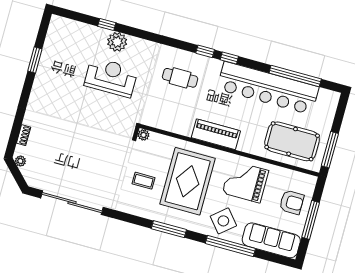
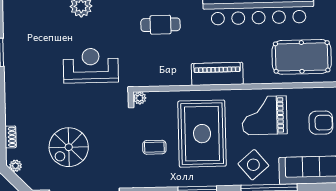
reception desk: (111, 77) -> (91, 66), moved
spiral stairs: (70, 159) -> (69, 147), added

